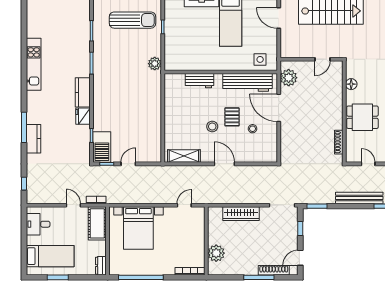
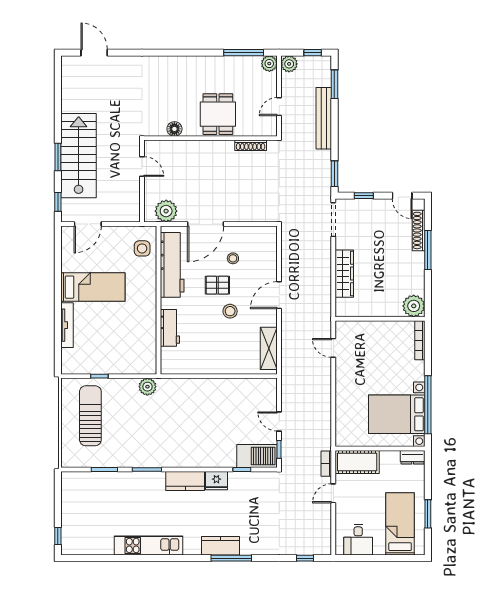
kitchen counter: (33, 139) -> (220, 546), moved
bed with nightstands: (138, 228) -> (397, 414), moved, turned 180
plant: (216, 253) -> (414, 306), moved

